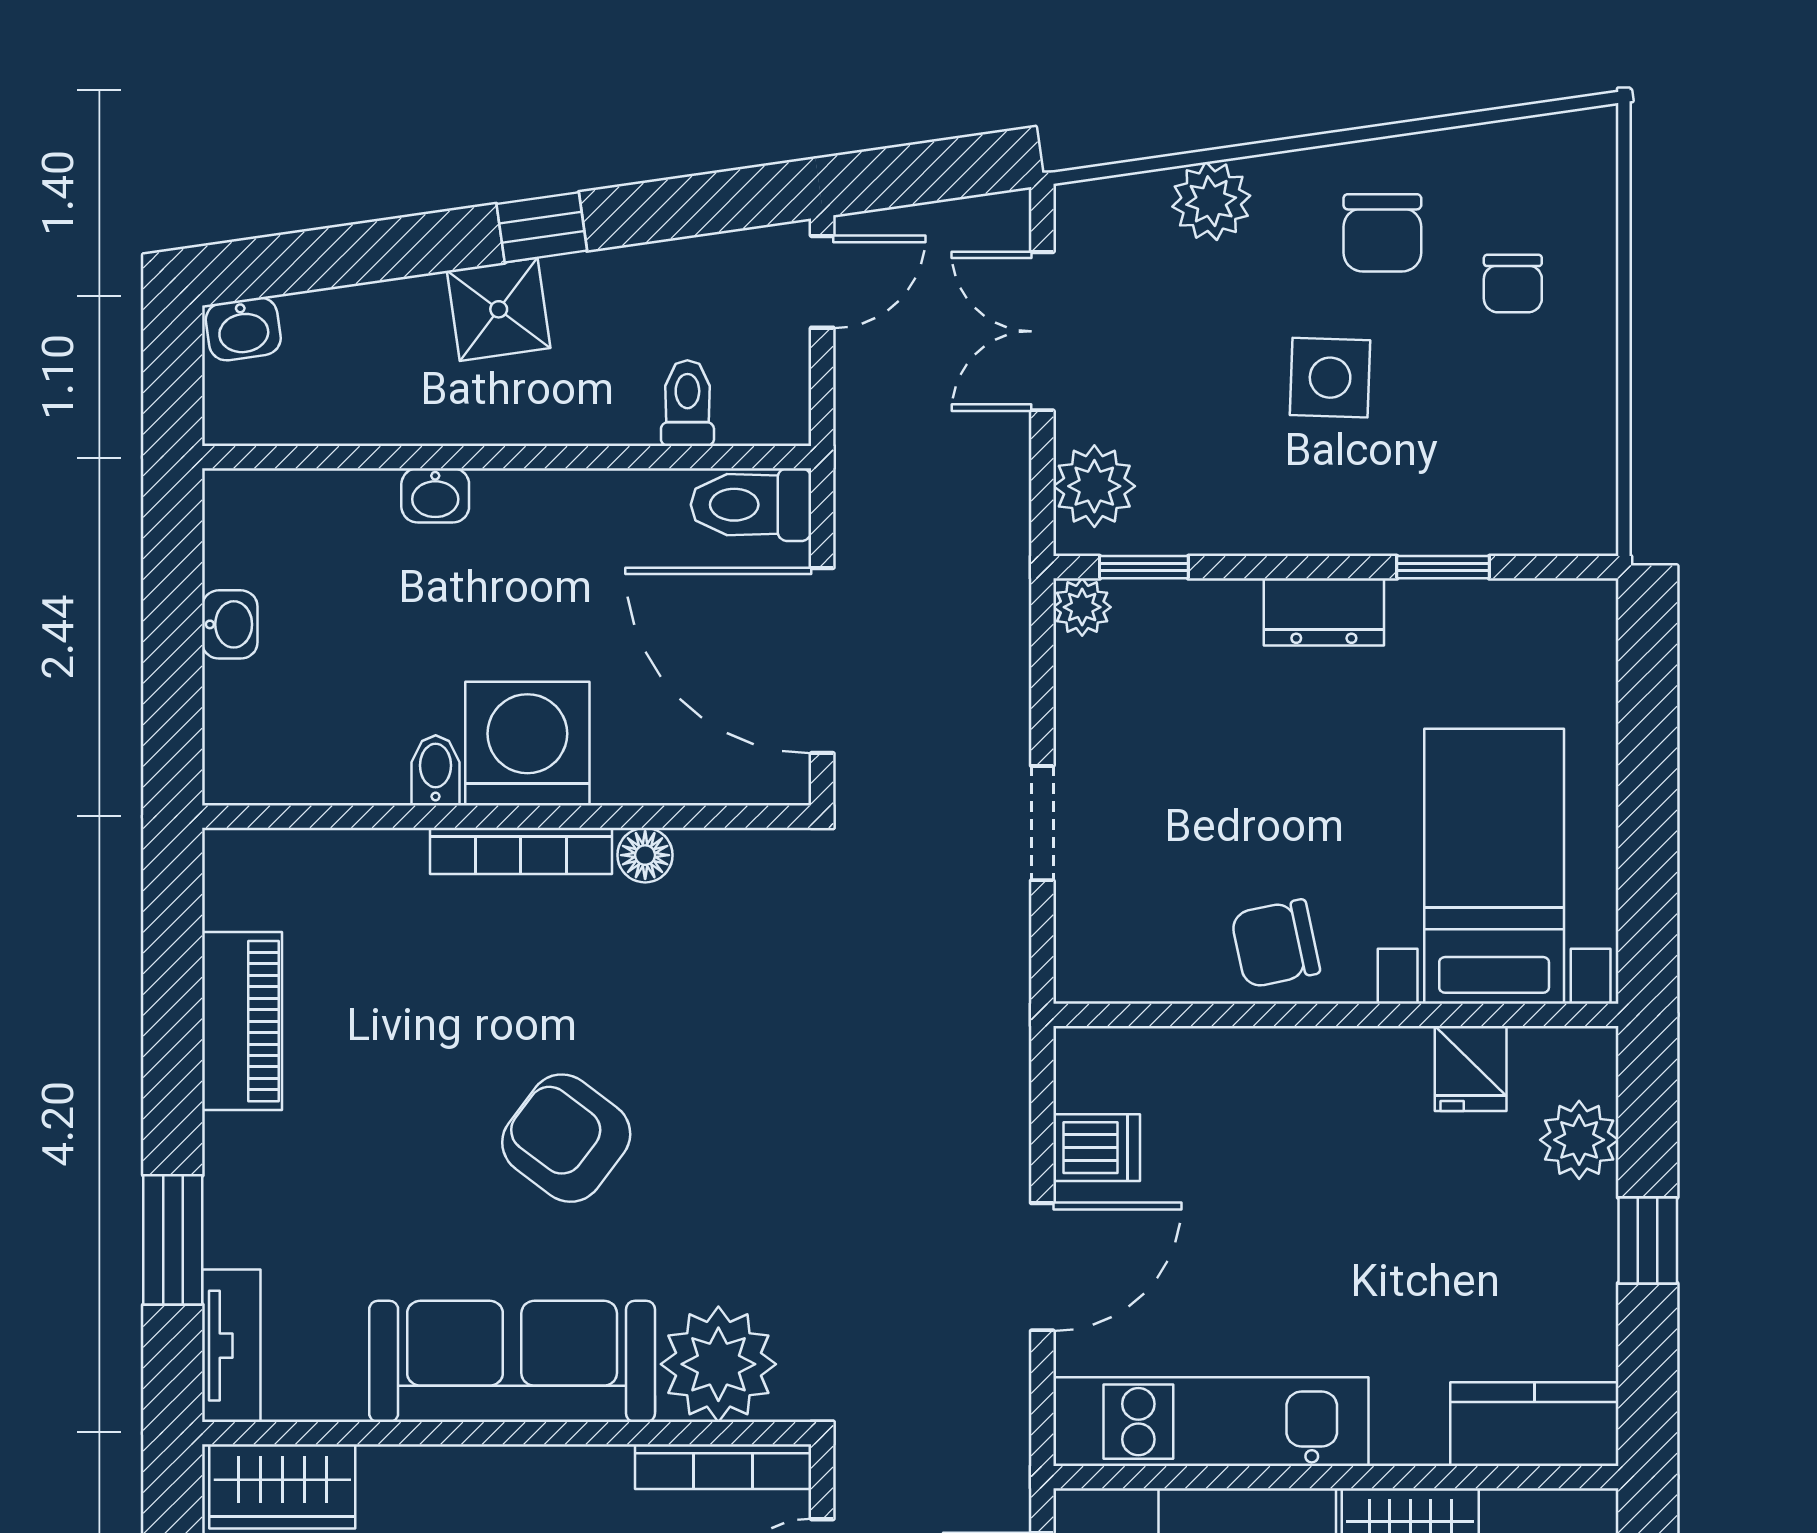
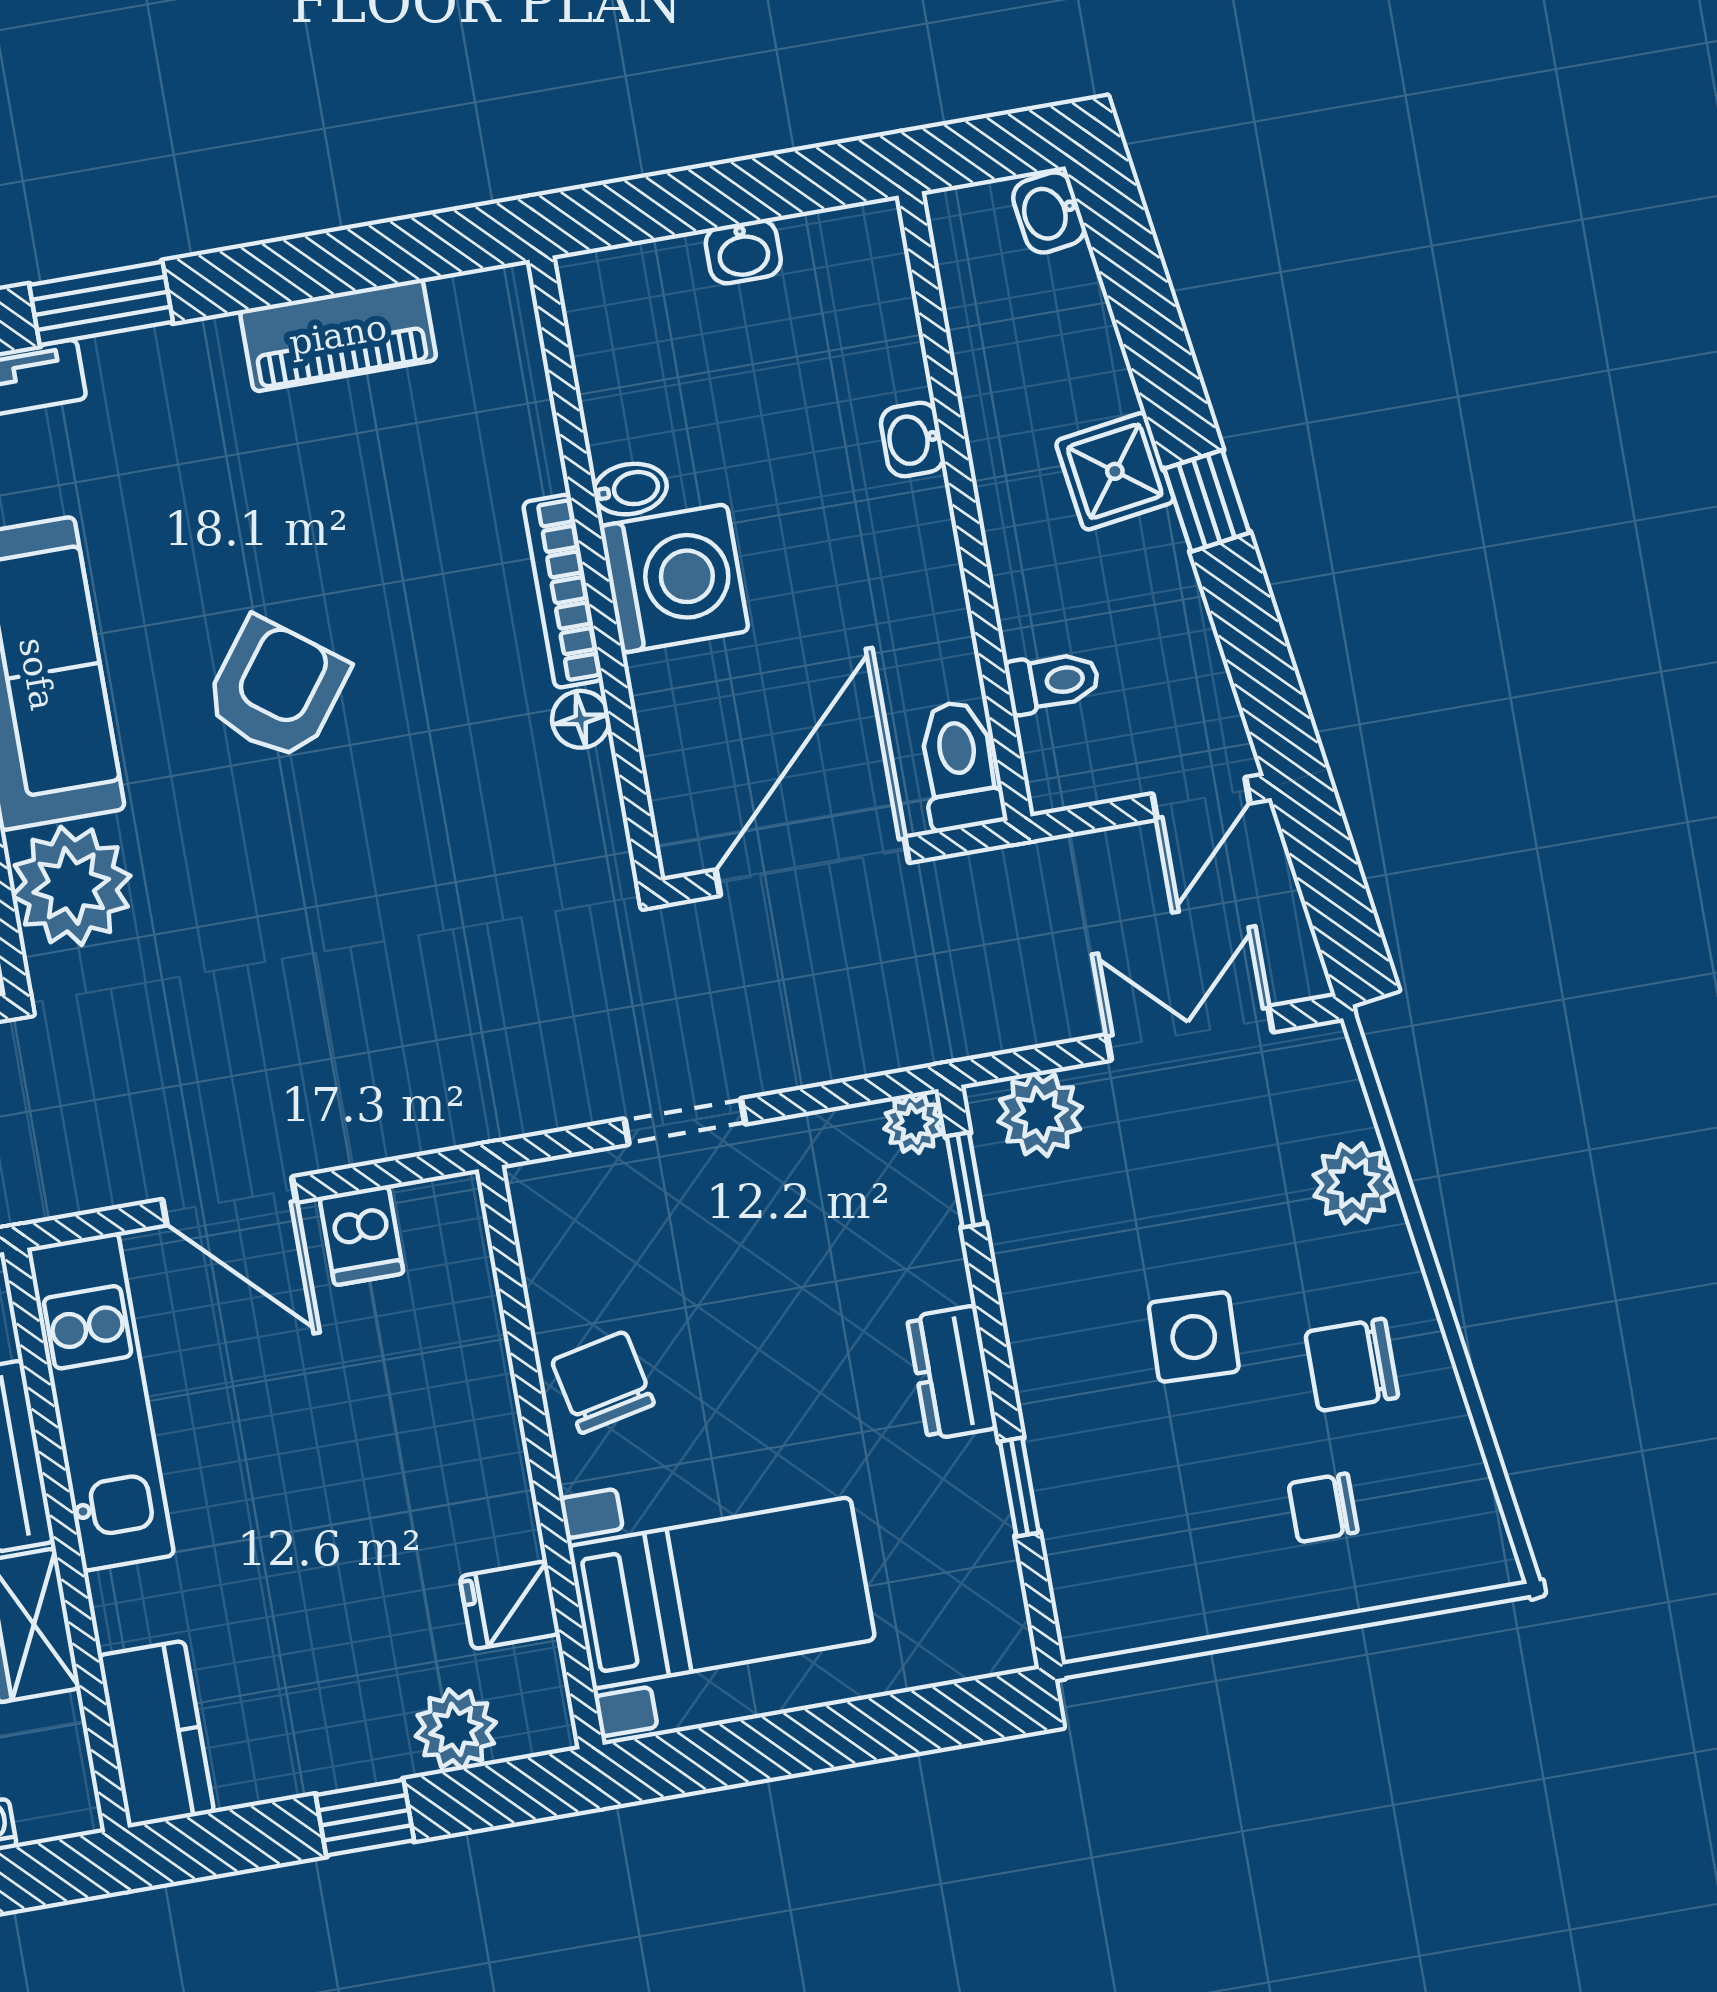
door: (822, 282) -> (1201, 798), hinge flipped

